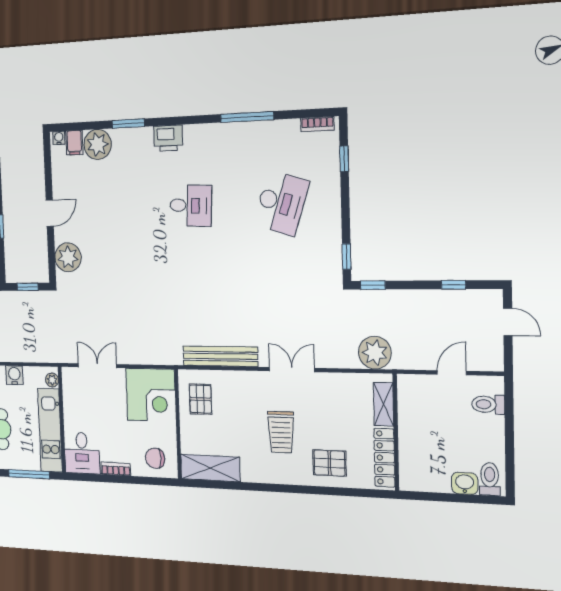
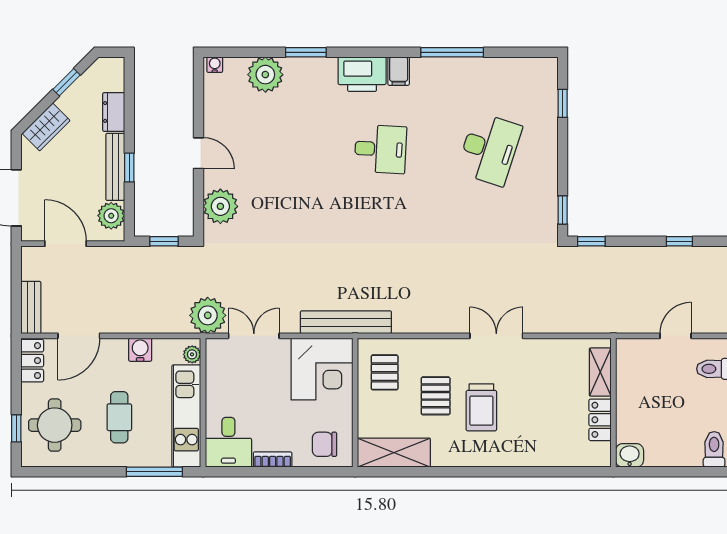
bookcase: (317, 124) -> (533, 64), removed
printer: (168, 138) -> (362, 74), width x1.37, depth x1.19
filing cabinet: (74, 143) -> (399, 71), moved
door: (50, 213) -> (198, 153), hinge flipped
plant: (375, 353) -> (208, 315), moved
bench: (220, 356) -> (346, 322), moved
locker: (384, 458) -> (600, 420), width x0.66
pallet: (329, 463) -> (436, 396), moved, turned 90
washbasin: (465, 483) -> (630, 455), moved

